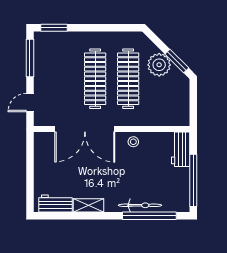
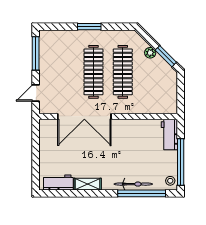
window: (54, 28) -> (89, 27), moved
plant: (159, 65) -> (150, 53), width x0.53, depth x0.53
stool: (133, 142) -> (170, 181), moved

